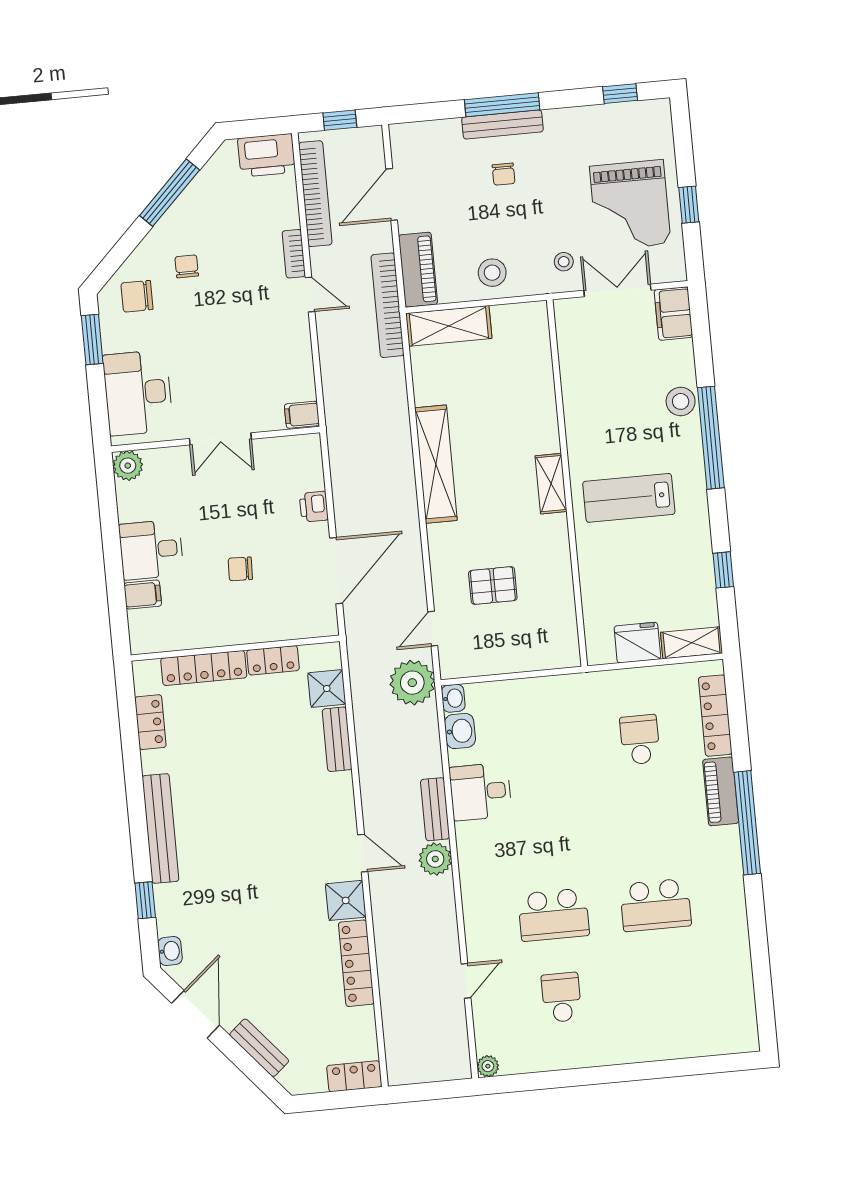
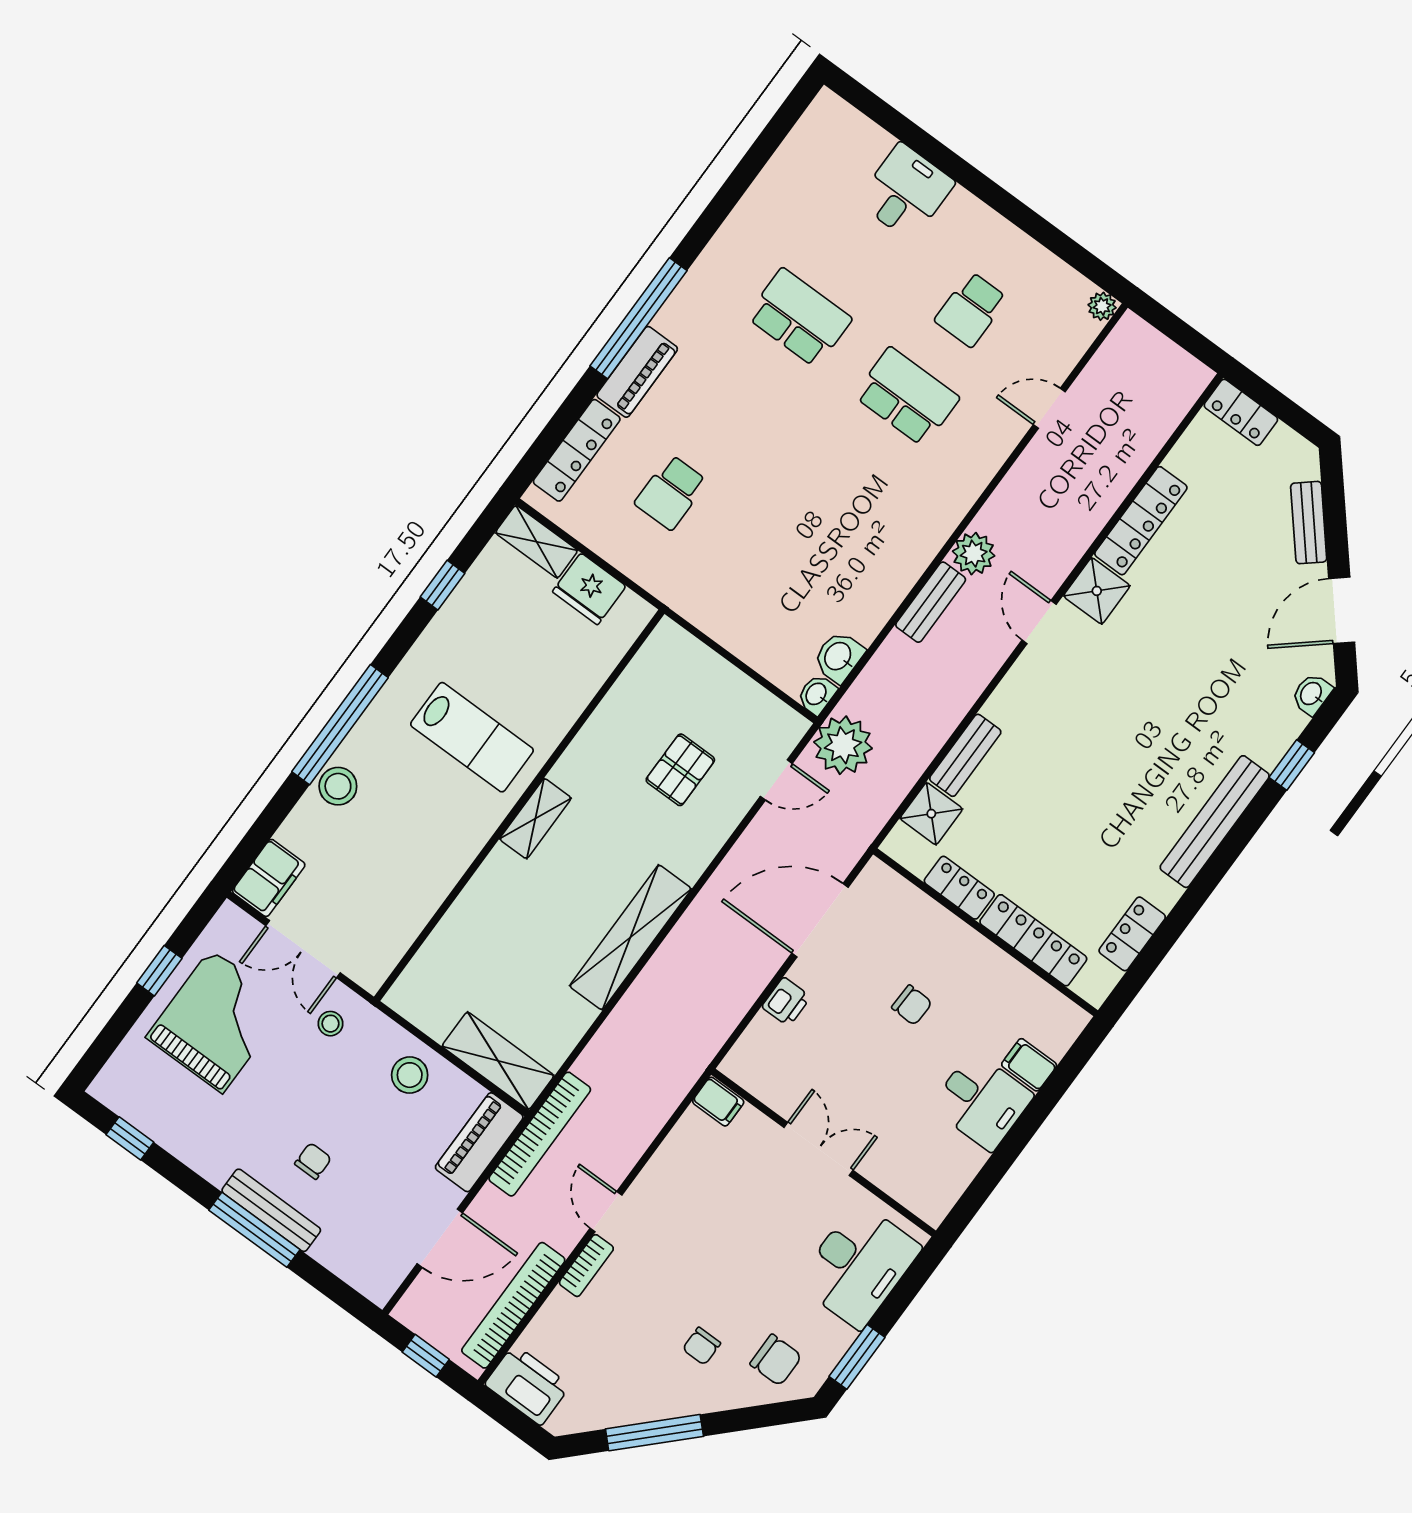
plant: (128, 466) -> (932, 1203), removed
pallet: (493, 585) -> (680, 770), turned 90
desk: (480, 792) -> (906, 192), moved, turned -90

